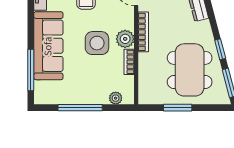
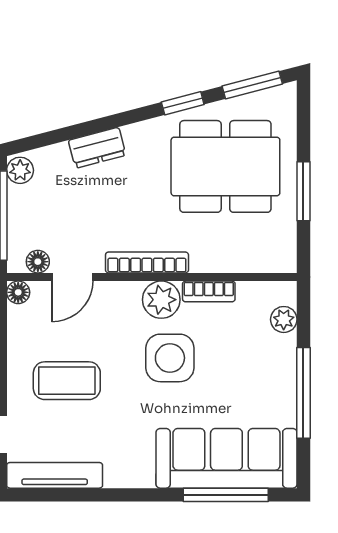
sofa: (48, 46) -> (226, 458), moved

